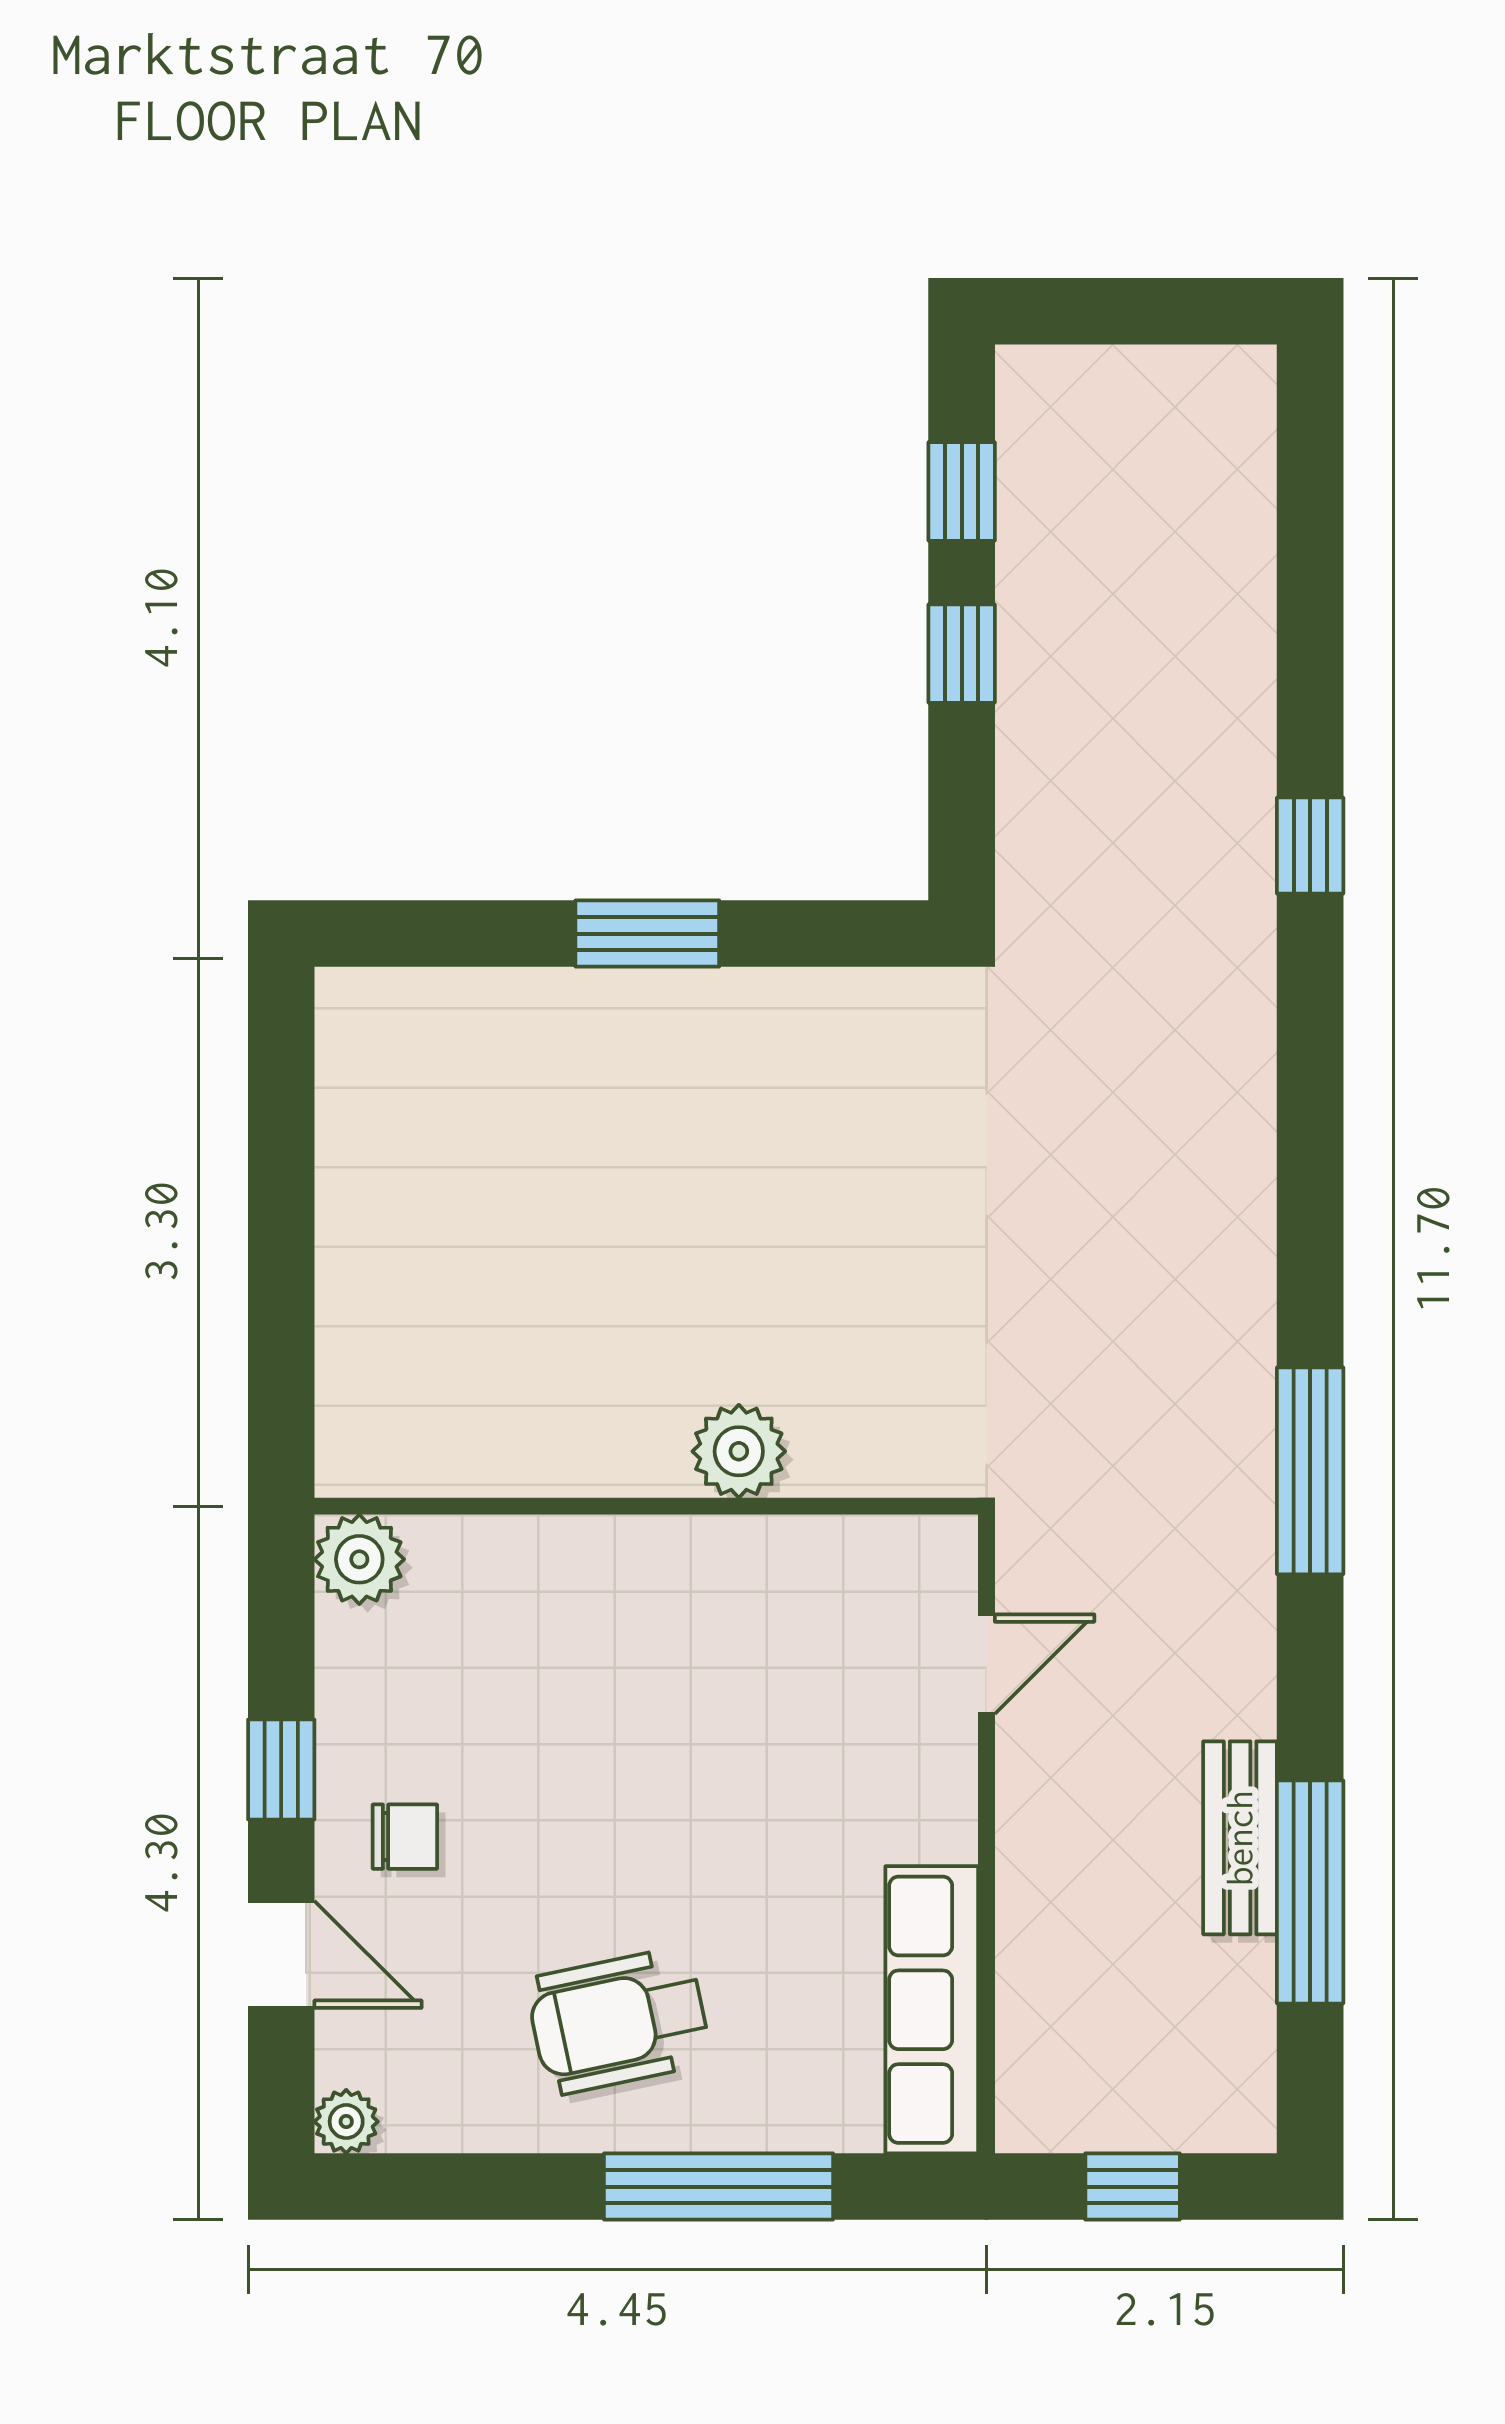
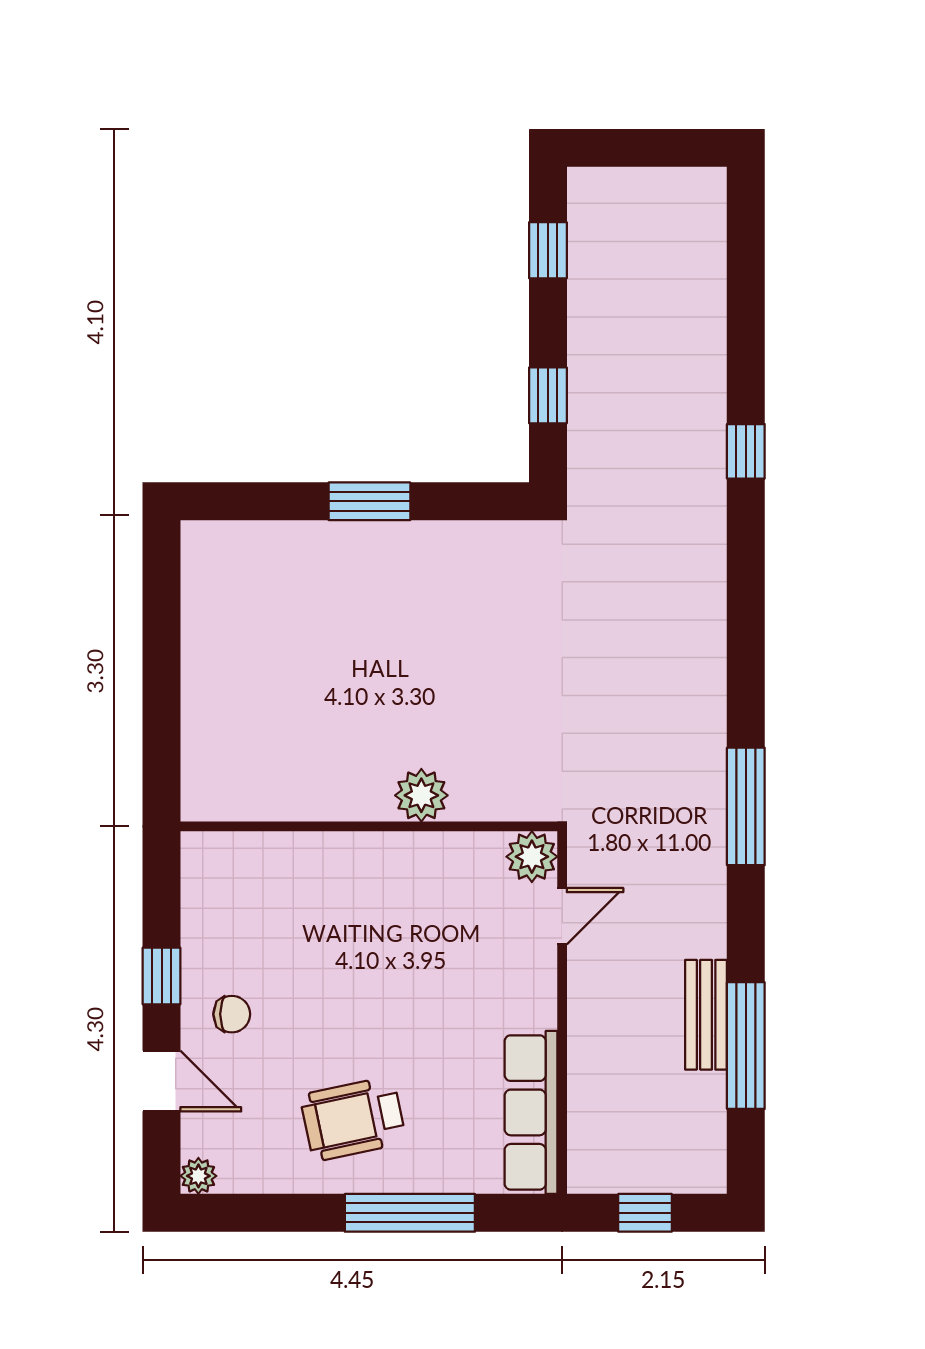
window: (962, 654) -> (548, 395), moved
plant: (359, 1559) -> (532, 857), moved

